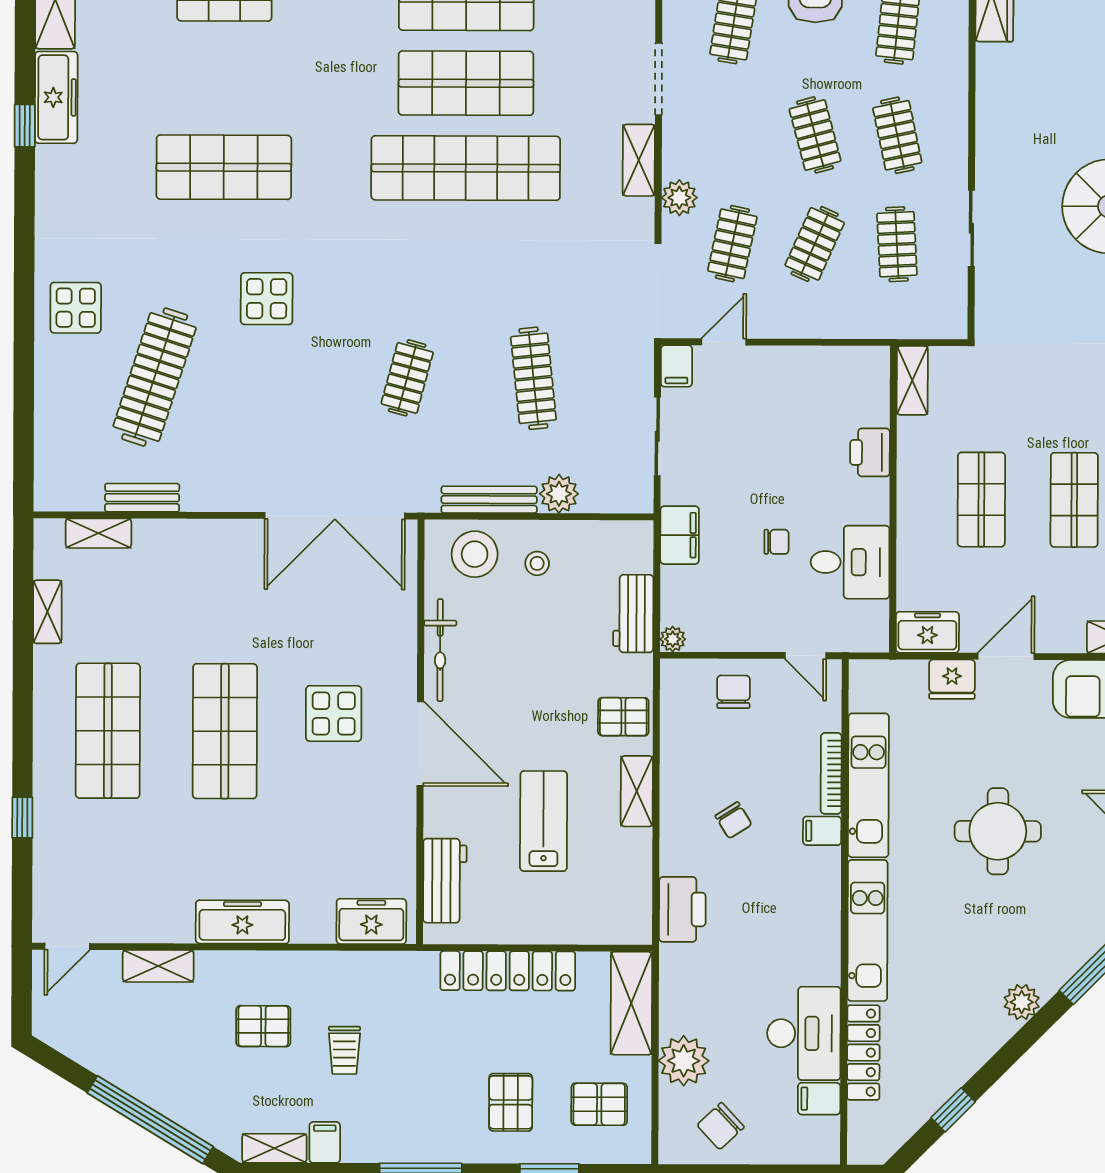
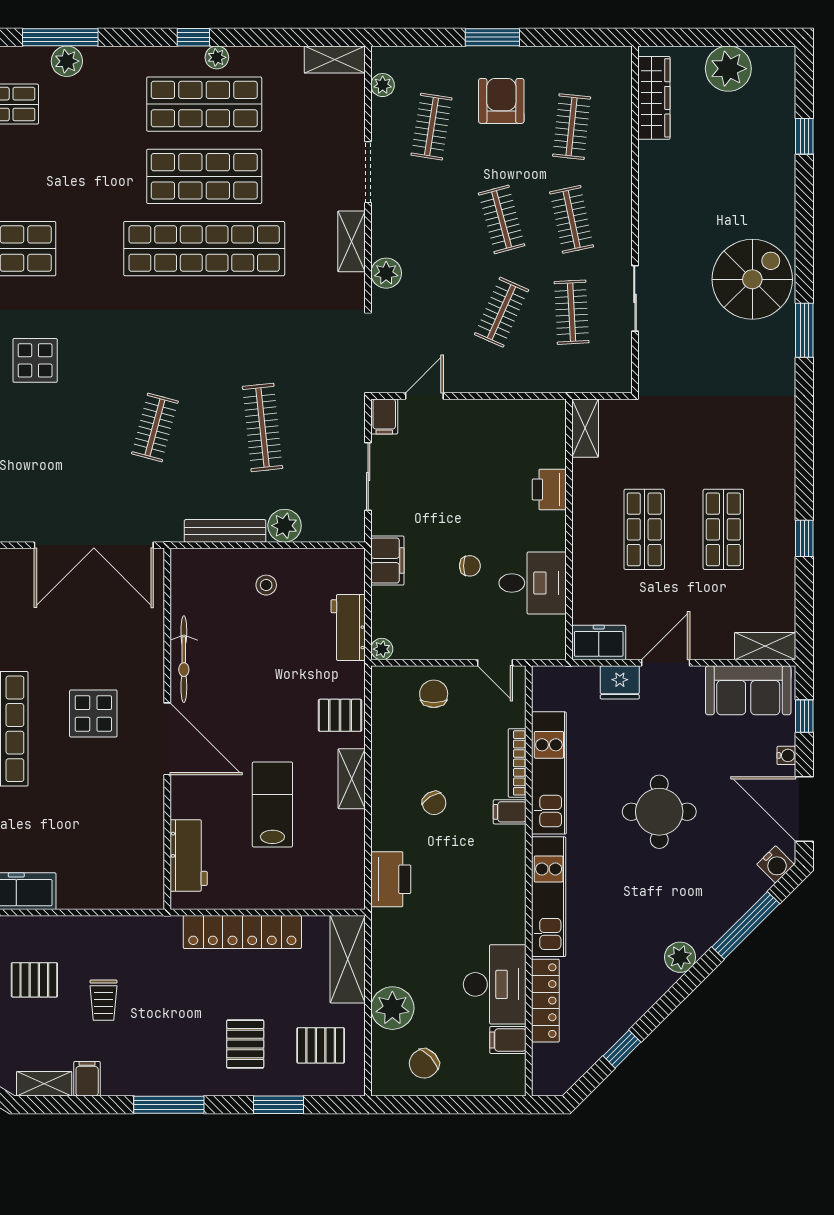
clothes rail: (732, 244) -> (431, 312), removed
stool: (475, 554) -> (213, 577), removed
freezer: (371, 921) -> (126, 890), removed

